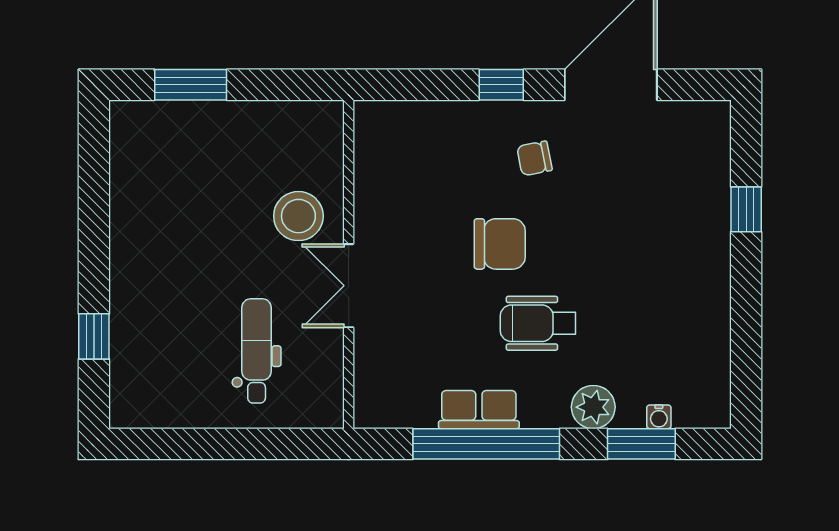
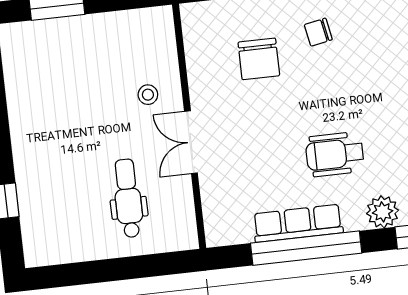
stool: (298, 216) -> (148, 95), width x0.53, depth x0.53
chair: (500, 244) -> (259, 59), moved, turned 90
row of seats: (479, 410) -> (298, 223), width x1.48

